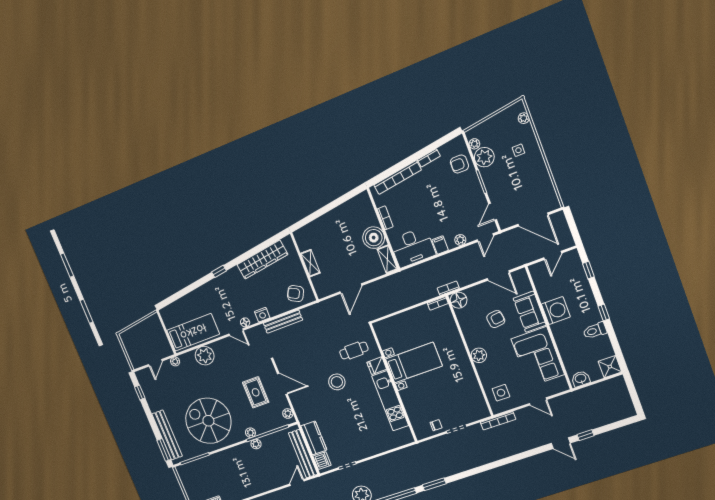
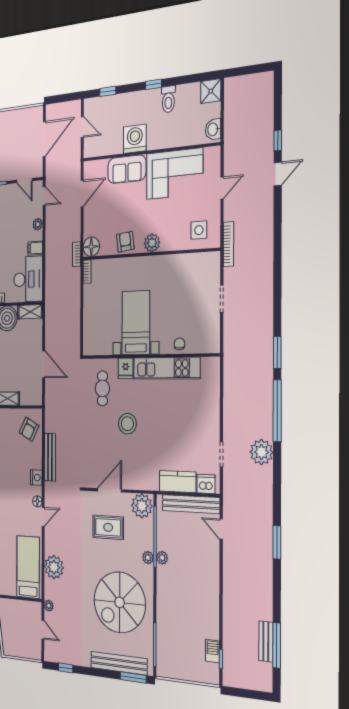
armchair: (496, 319) -> (125, 242), moved
plant: (288, 414) -> (142, 506), width x1.88, depth x1.88
chair: (436, 425) -> (179, 344), moved

